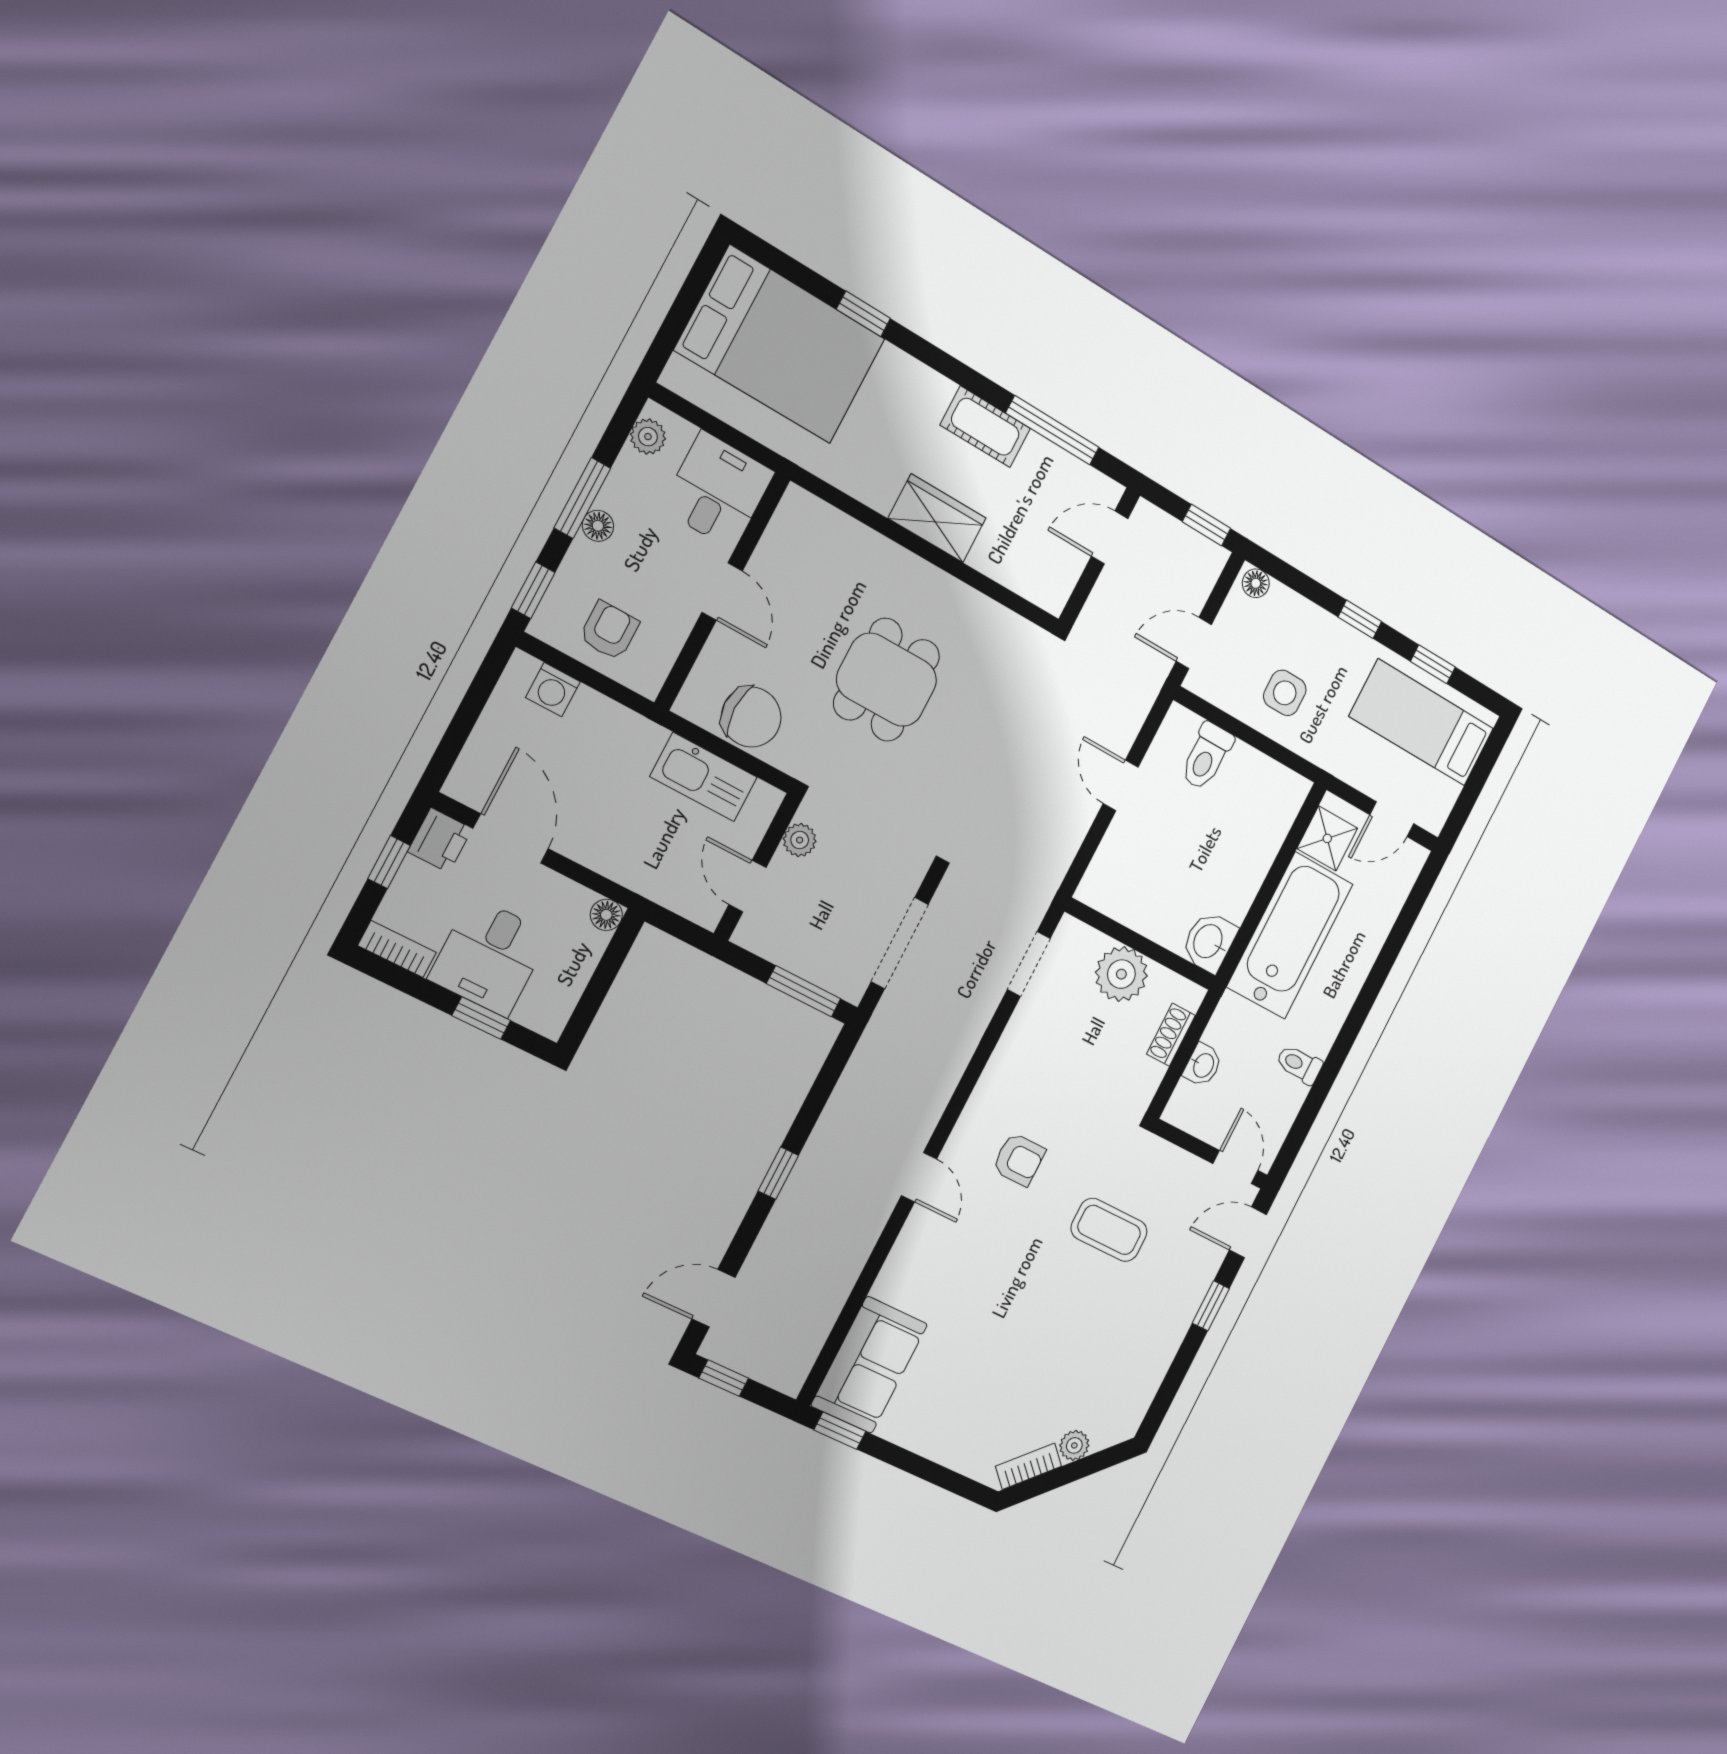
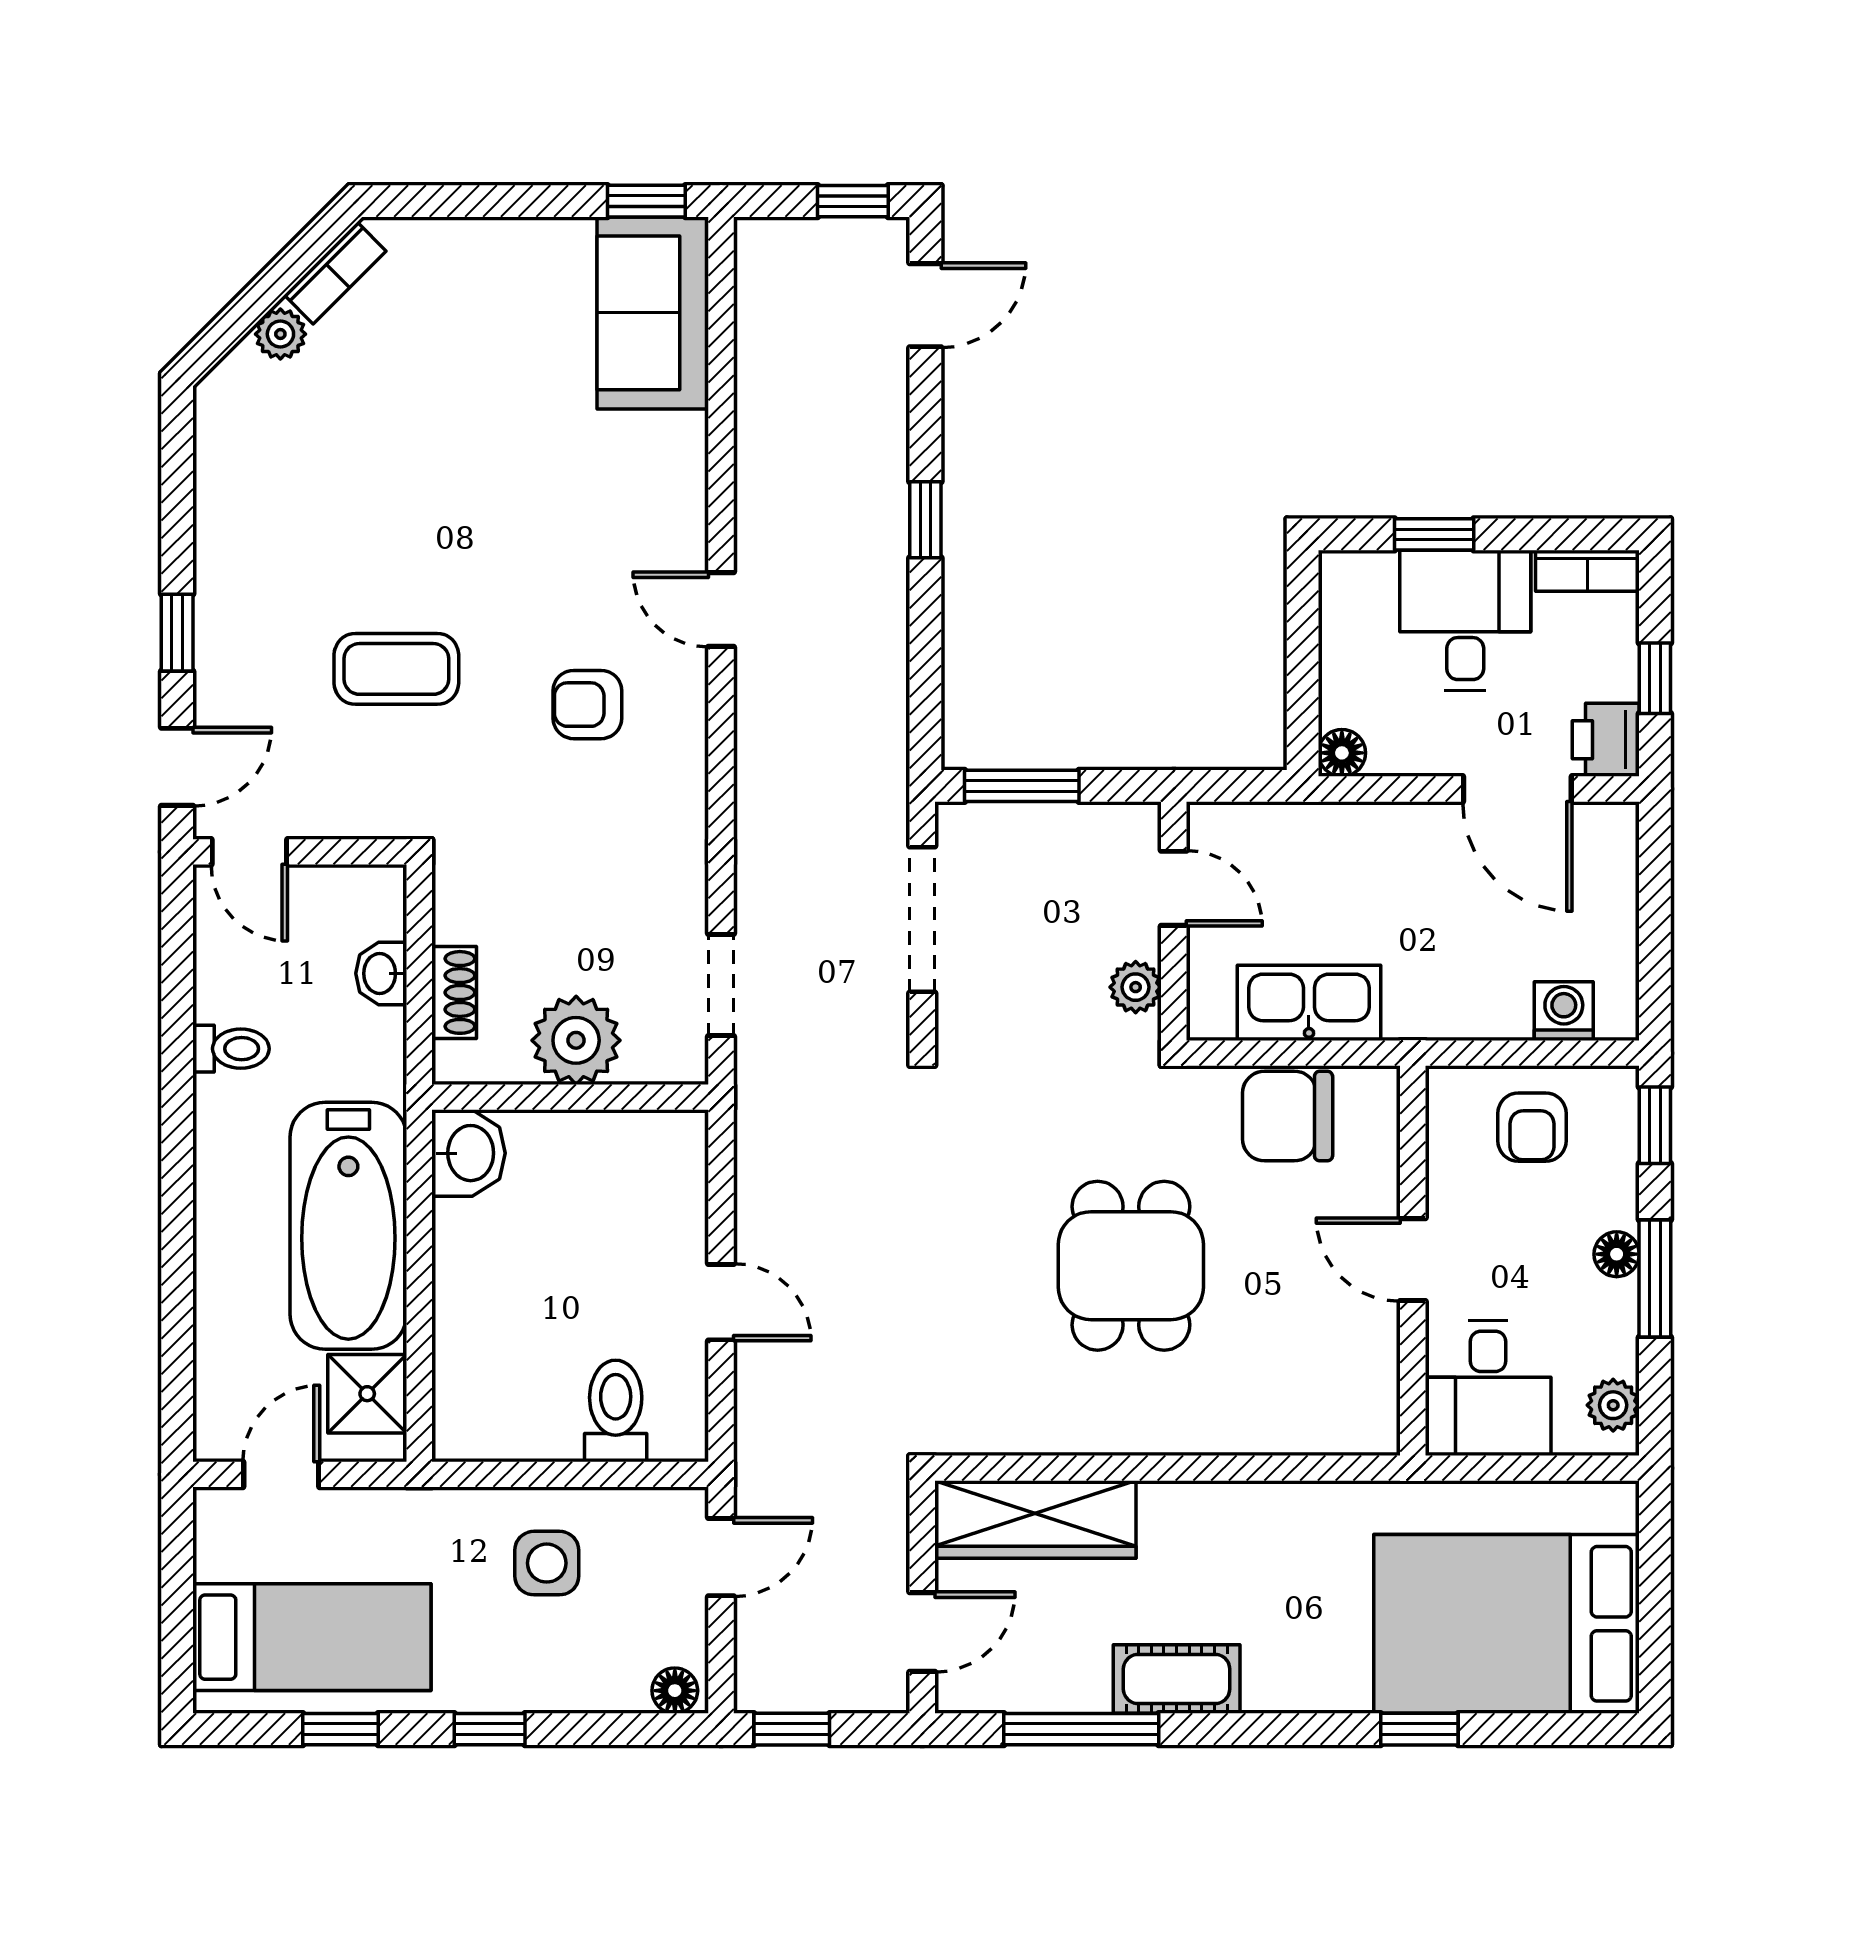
wardrobe: (937, 518) -> (1035, 1520), moved, width x1.50

